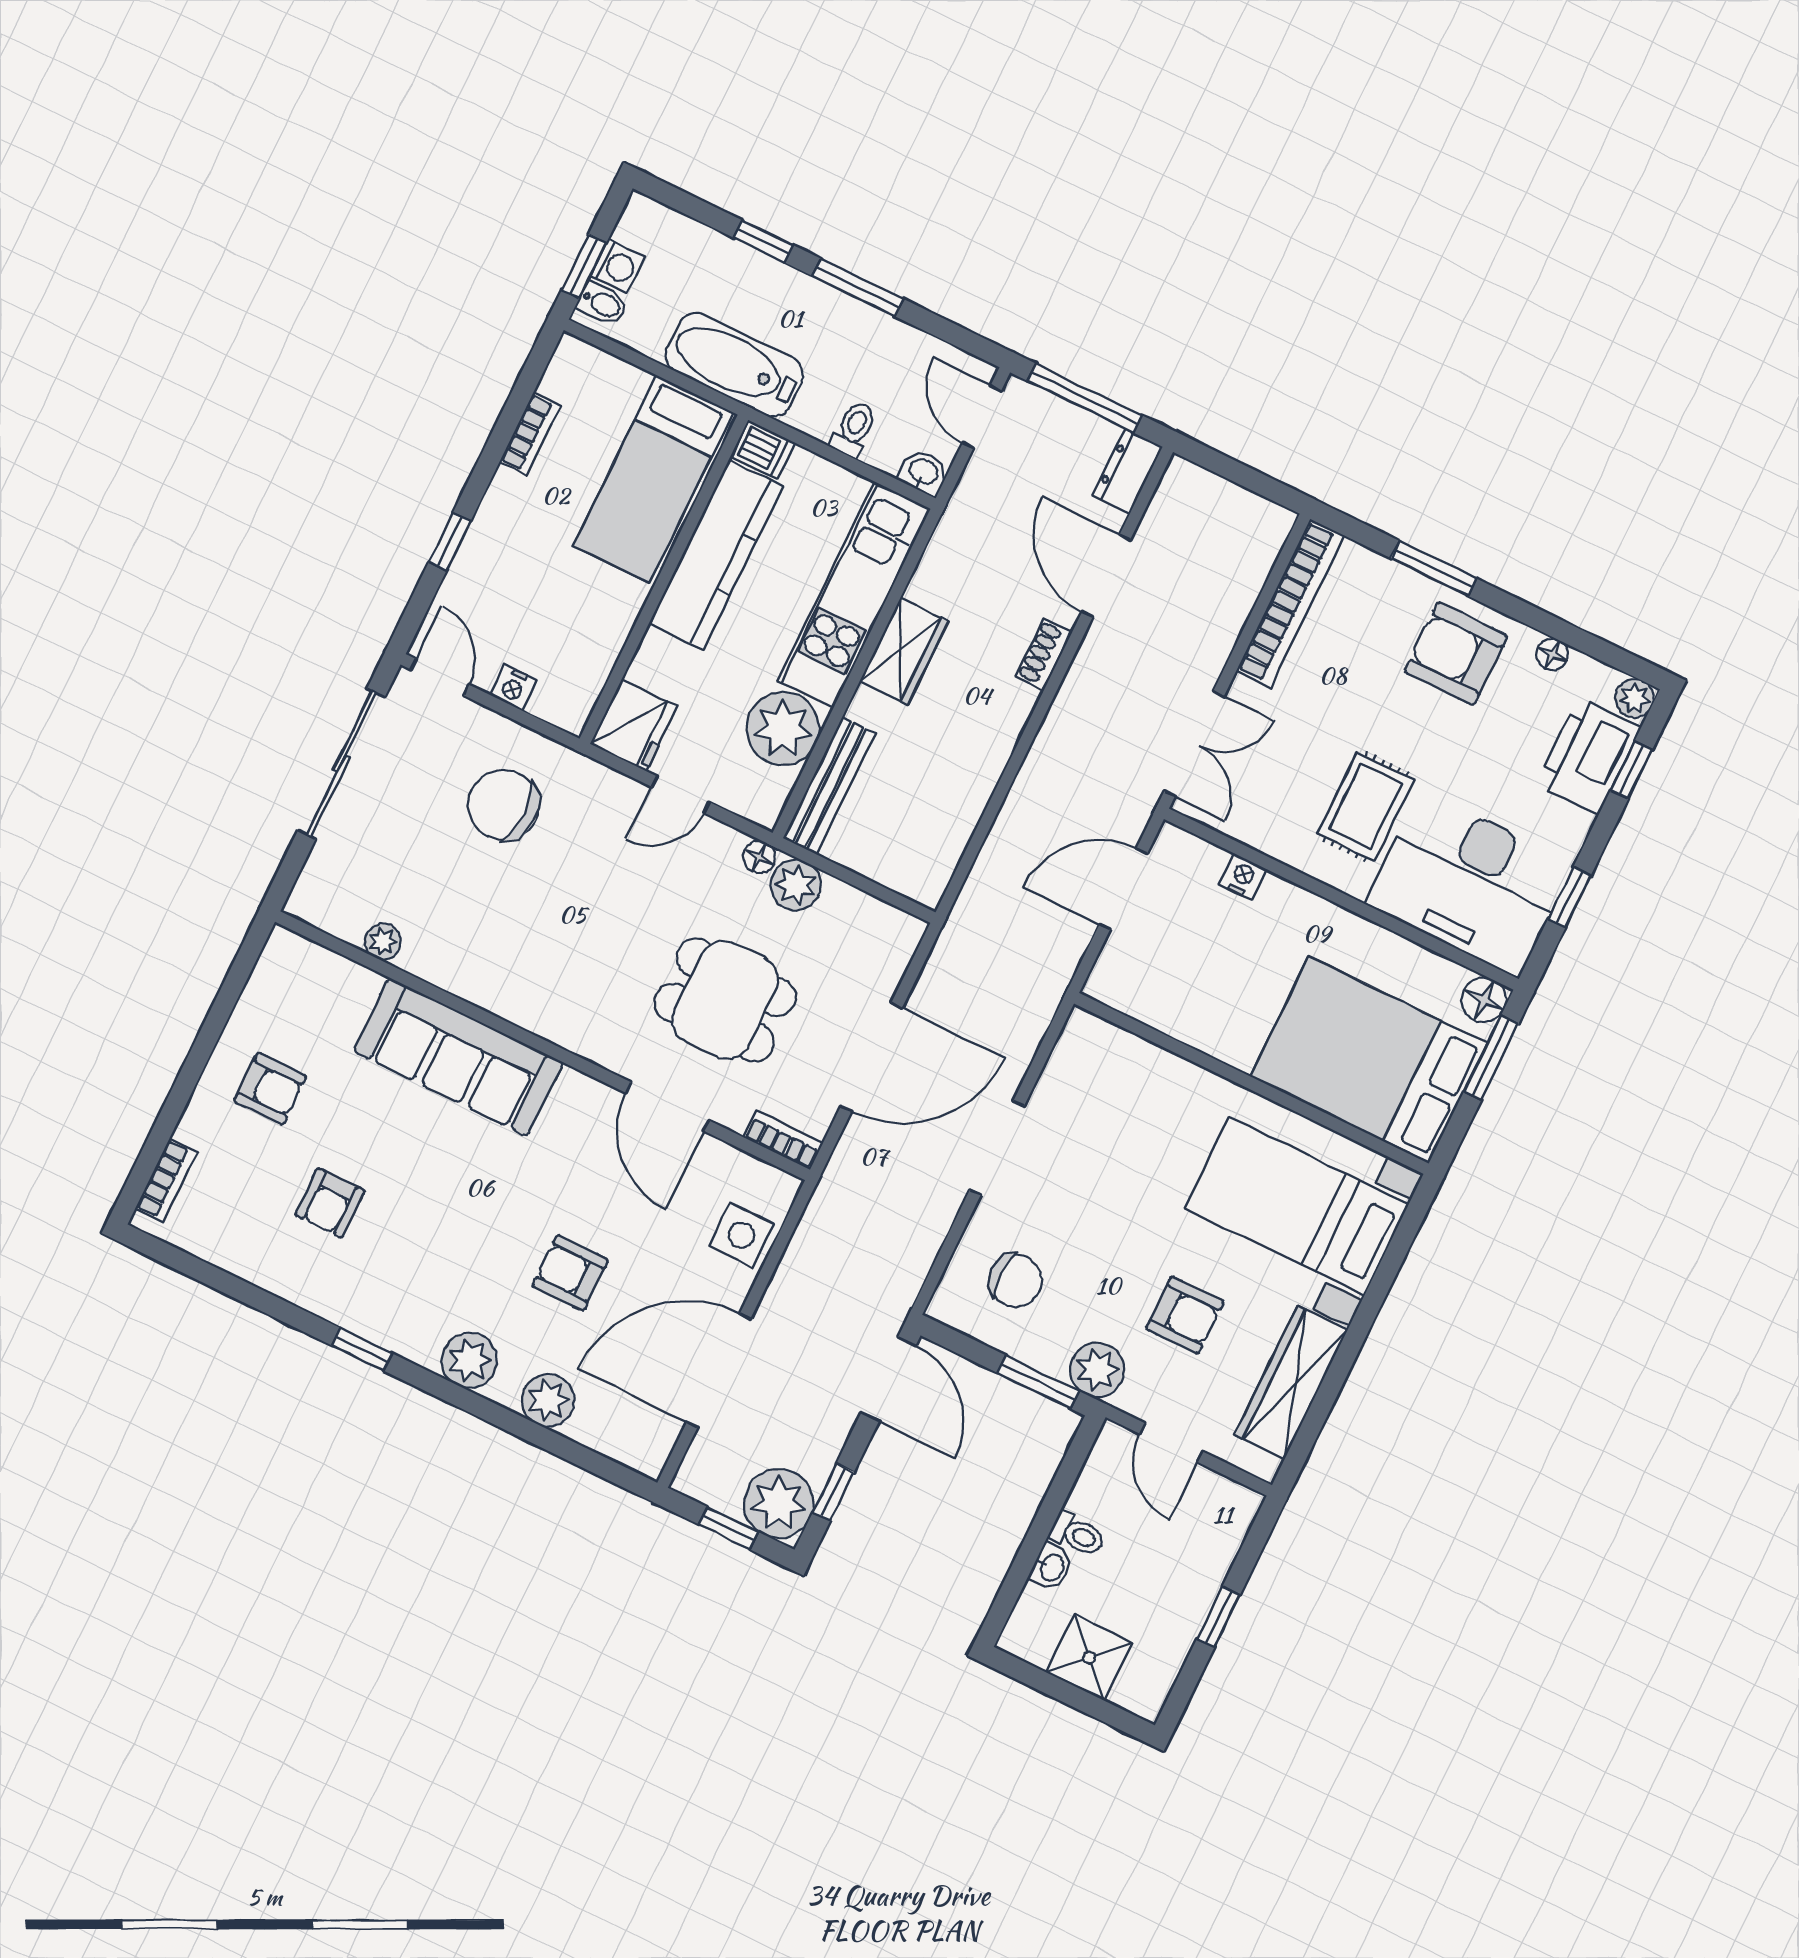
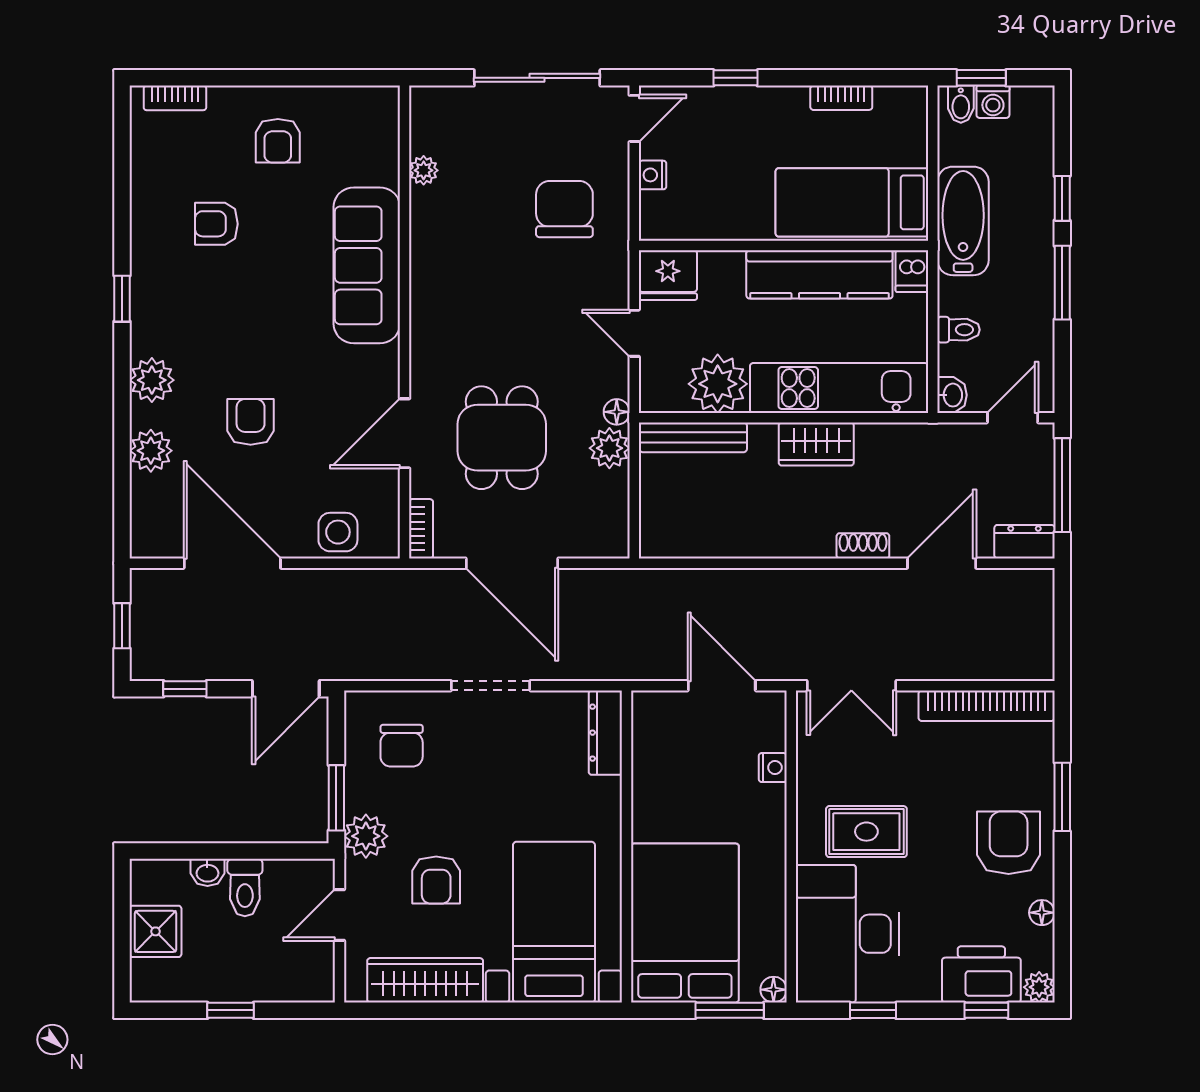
floor lamp: (1484, 1000) -> (774, 990), width x0.73, depth x0.73
dresser: (1112, 1045) -> (605, 733), added
plant: (779, 1503) -> (158, 653), removed
toilet: (1077, 1534) -> (245, 888), width x1.37, depth x1.39

